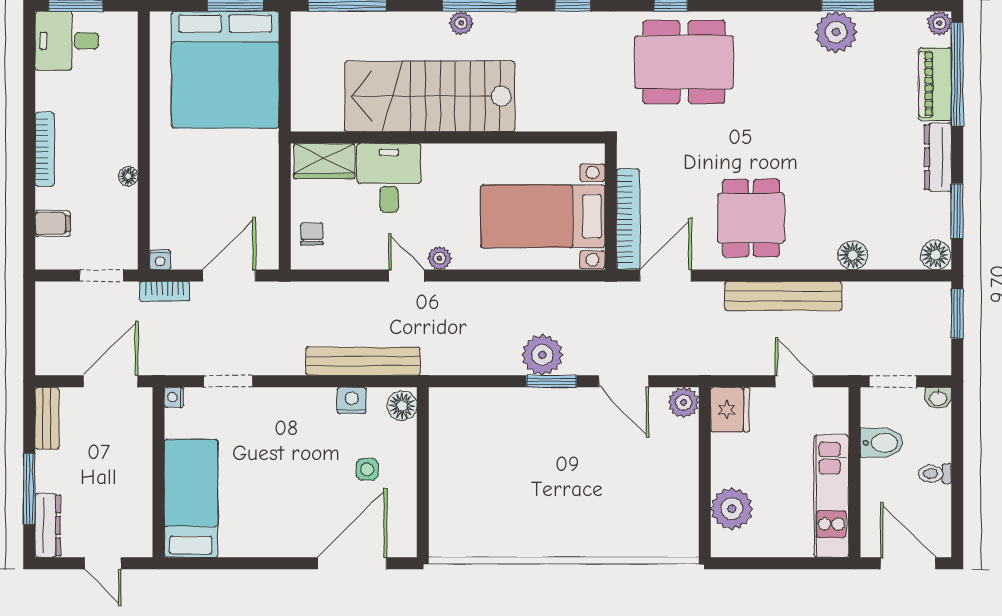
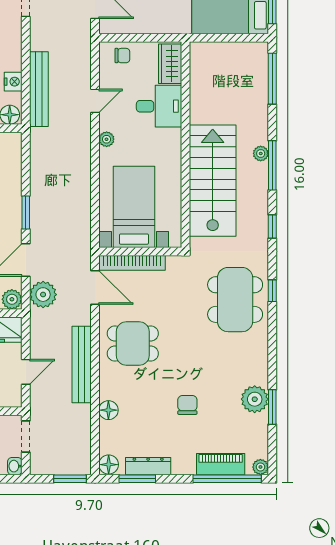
stairs: (430, 96) -> (213, 181), moved
chair: (845, 135) -> (187, 405), added
dresser: (938, 157) -> (148, 466), moved
door: (407, 276) -> (95, 101), moved
plant: (542, 355) -> (43, 295), moved

